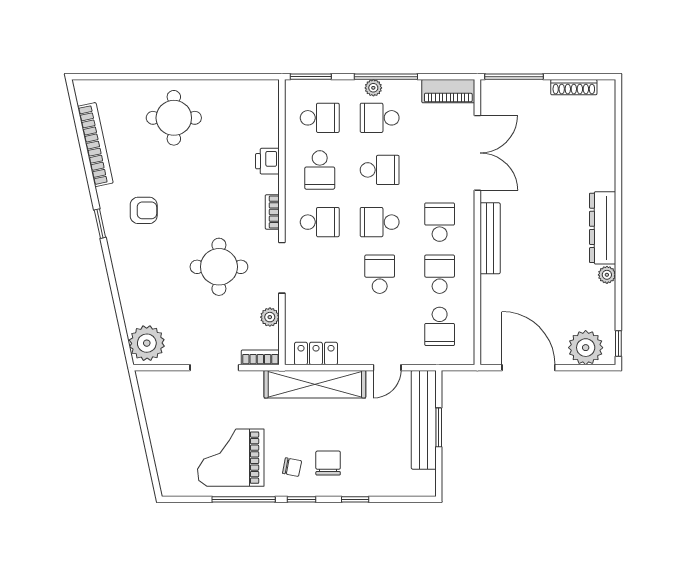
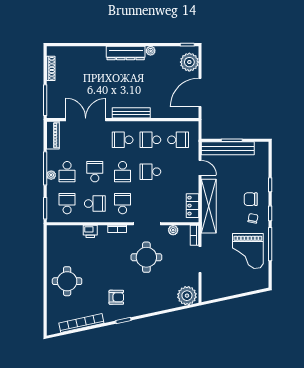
armchair: (144, 210) -> (116, 297), turned 90

